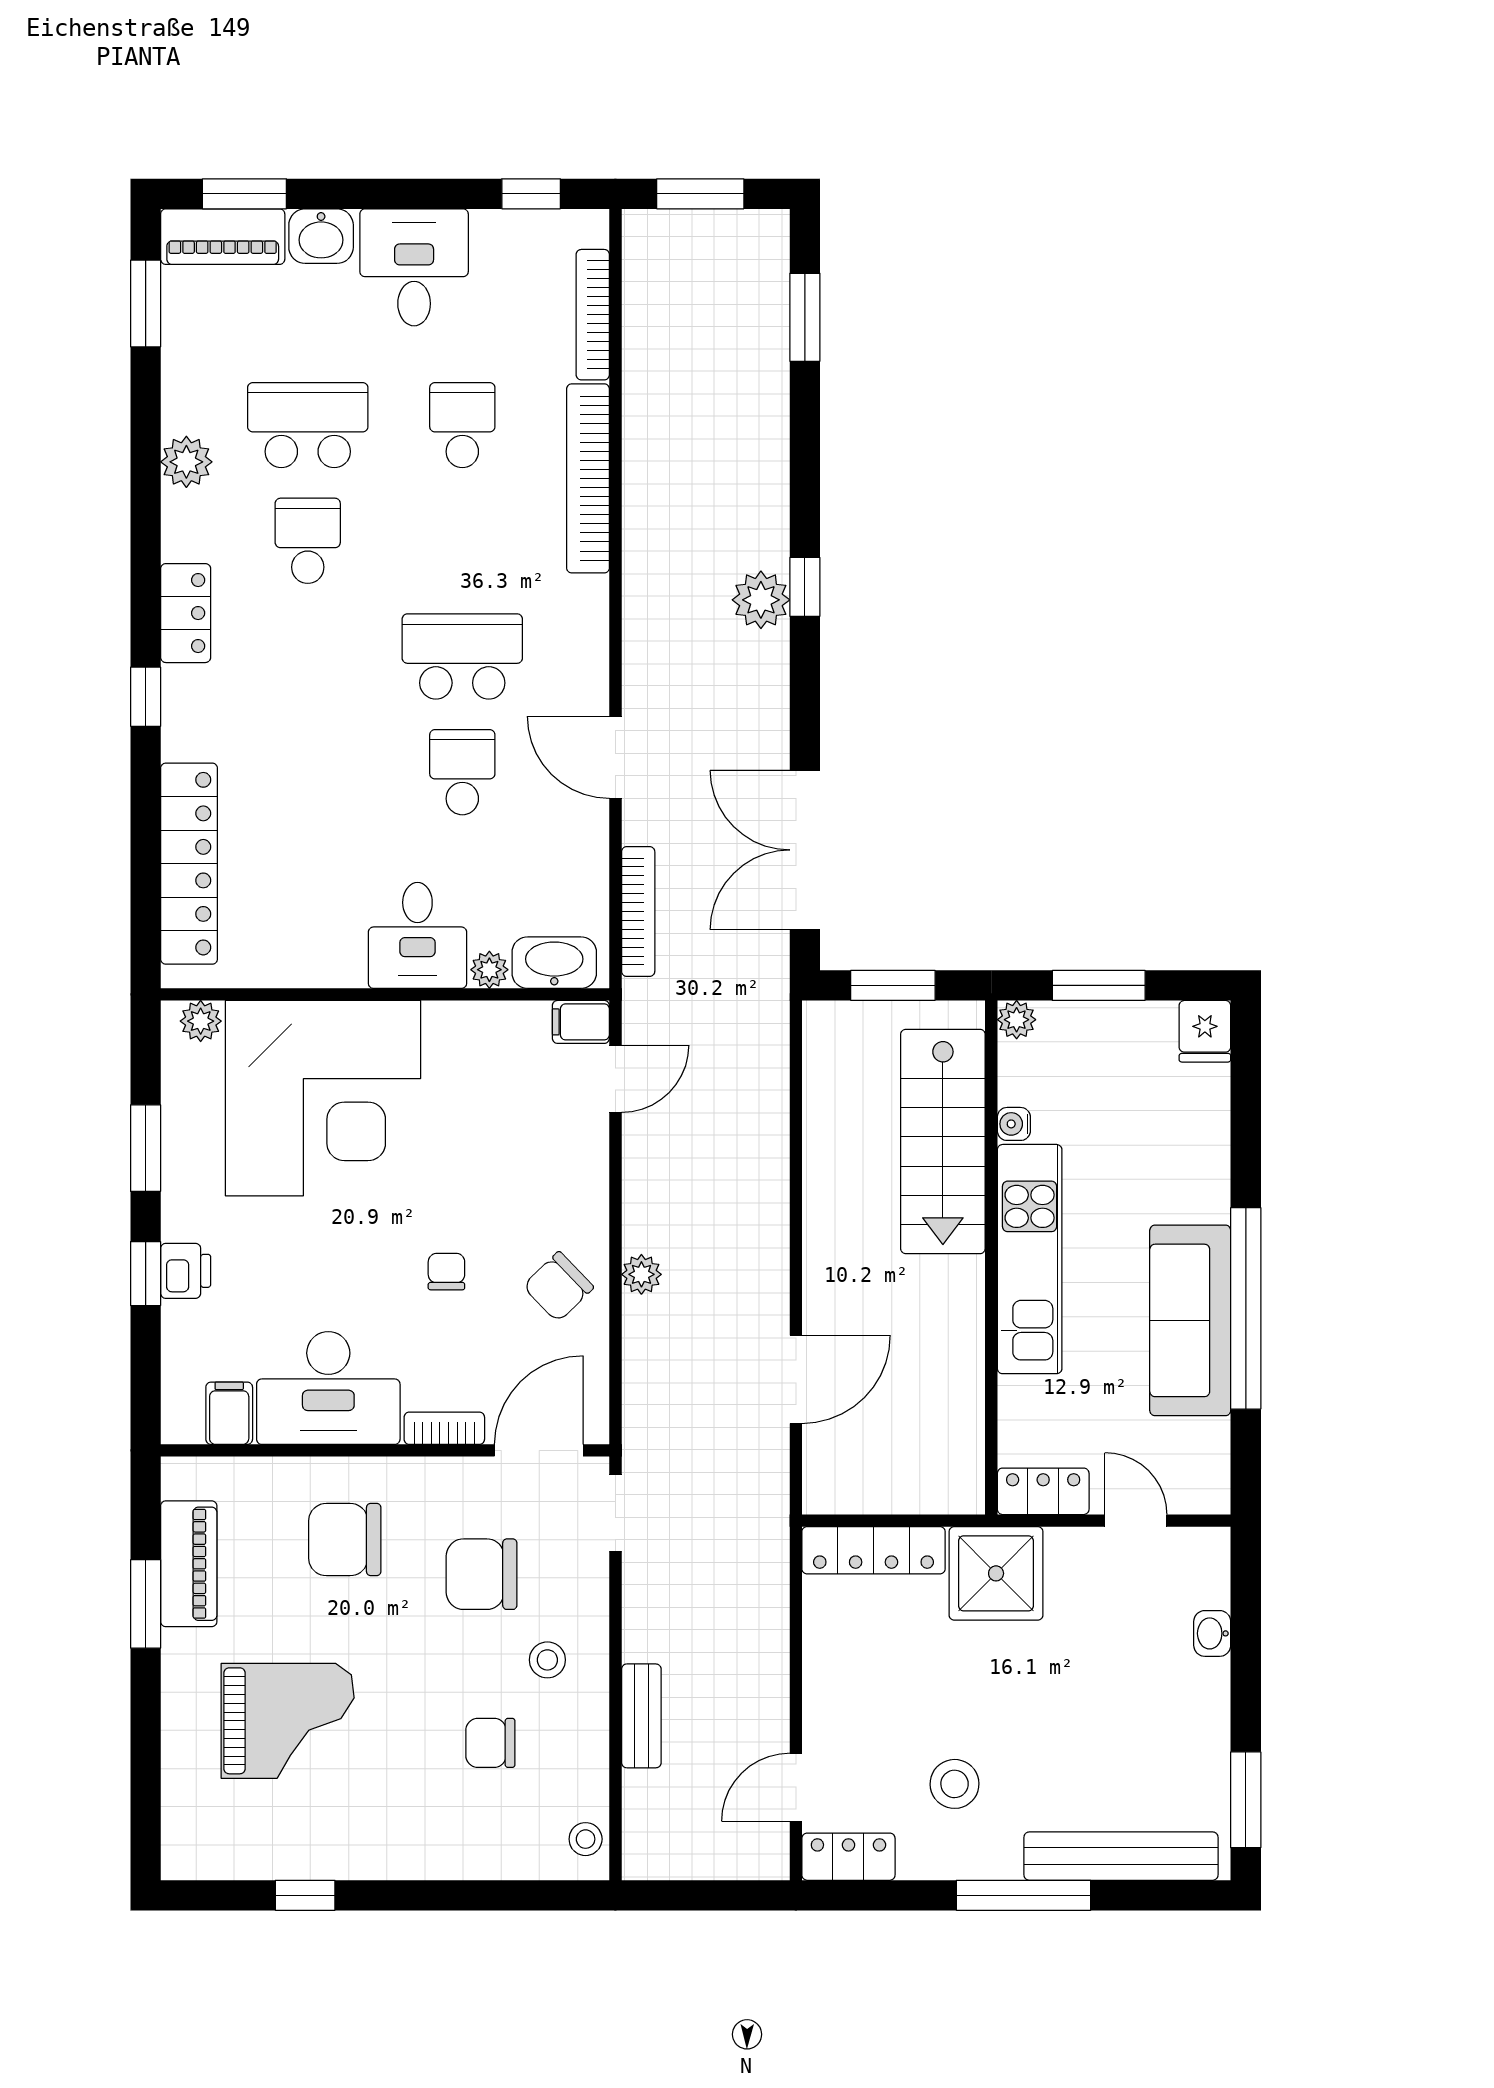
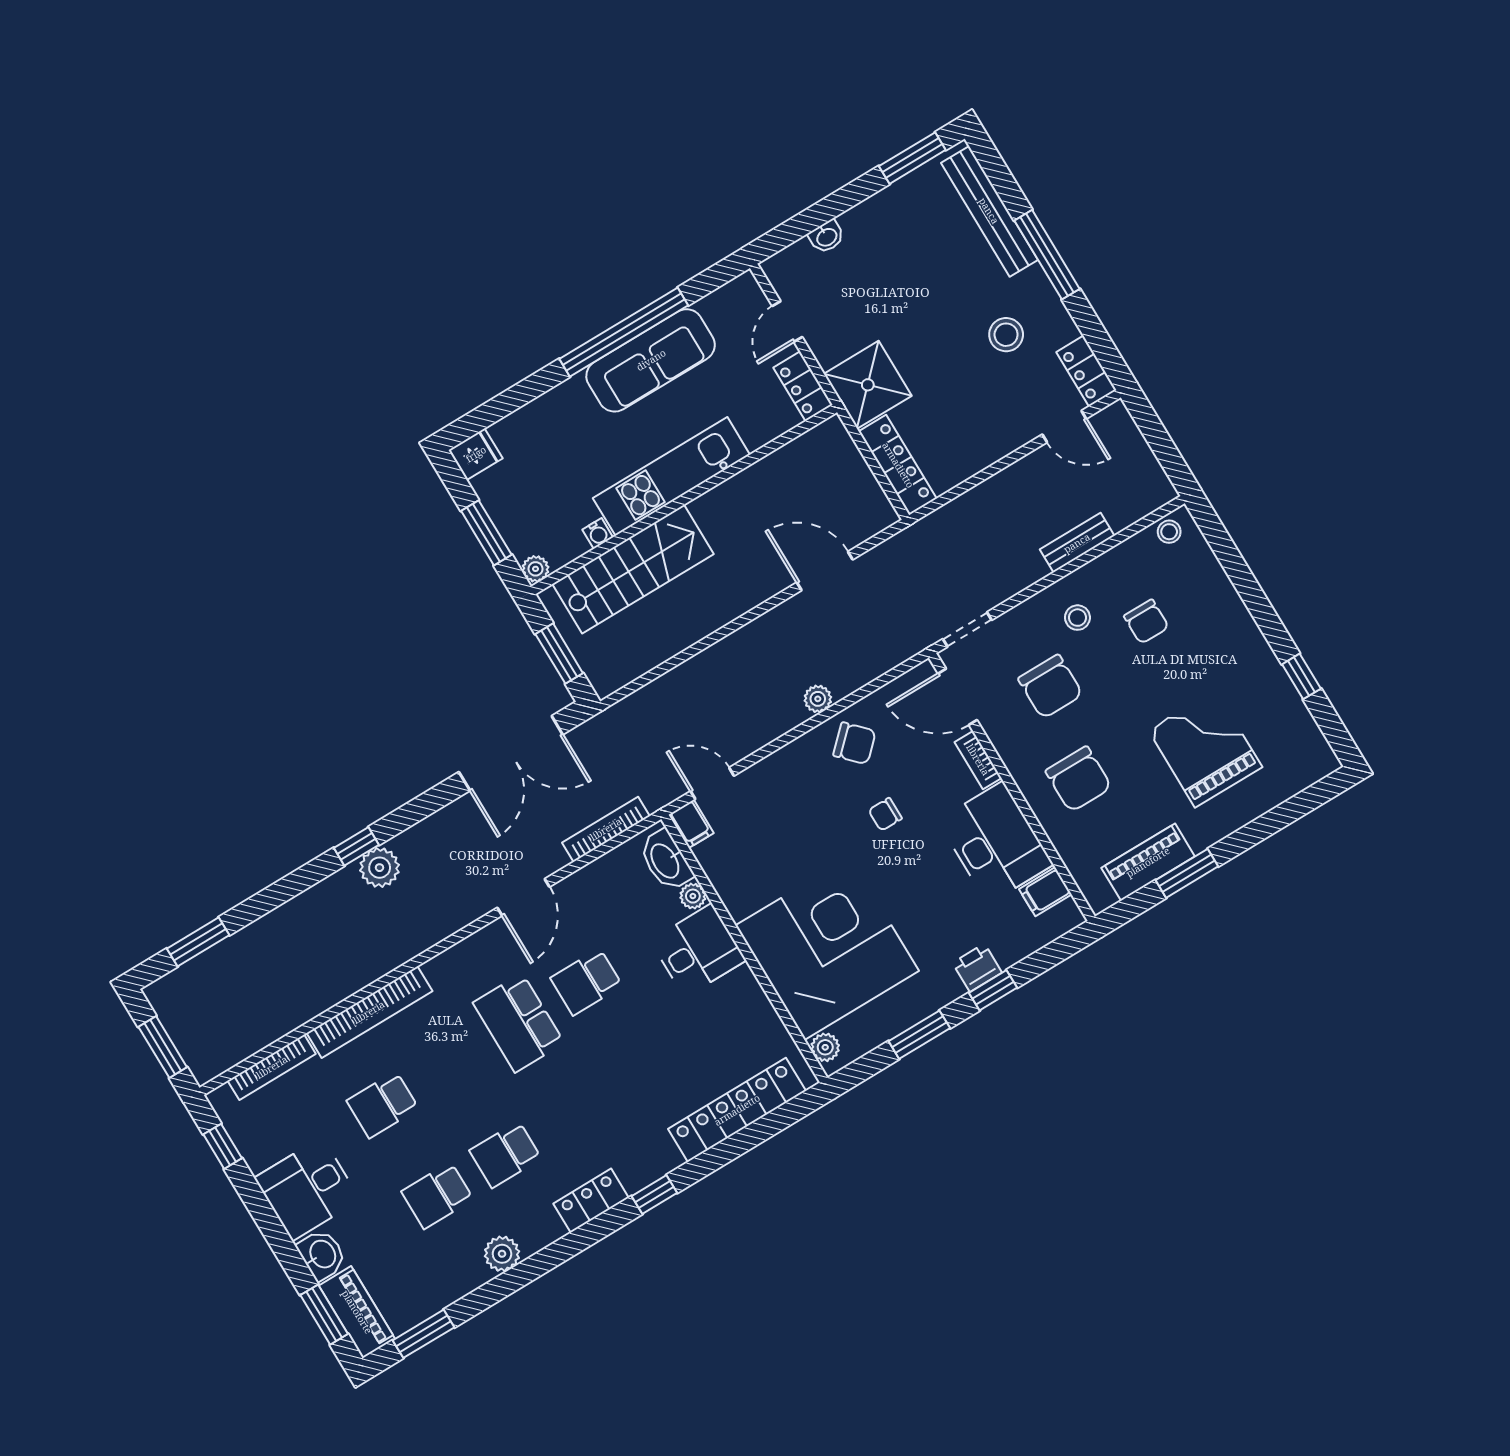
school desk: (308, 425) -> (437, 1196), width x0.54

